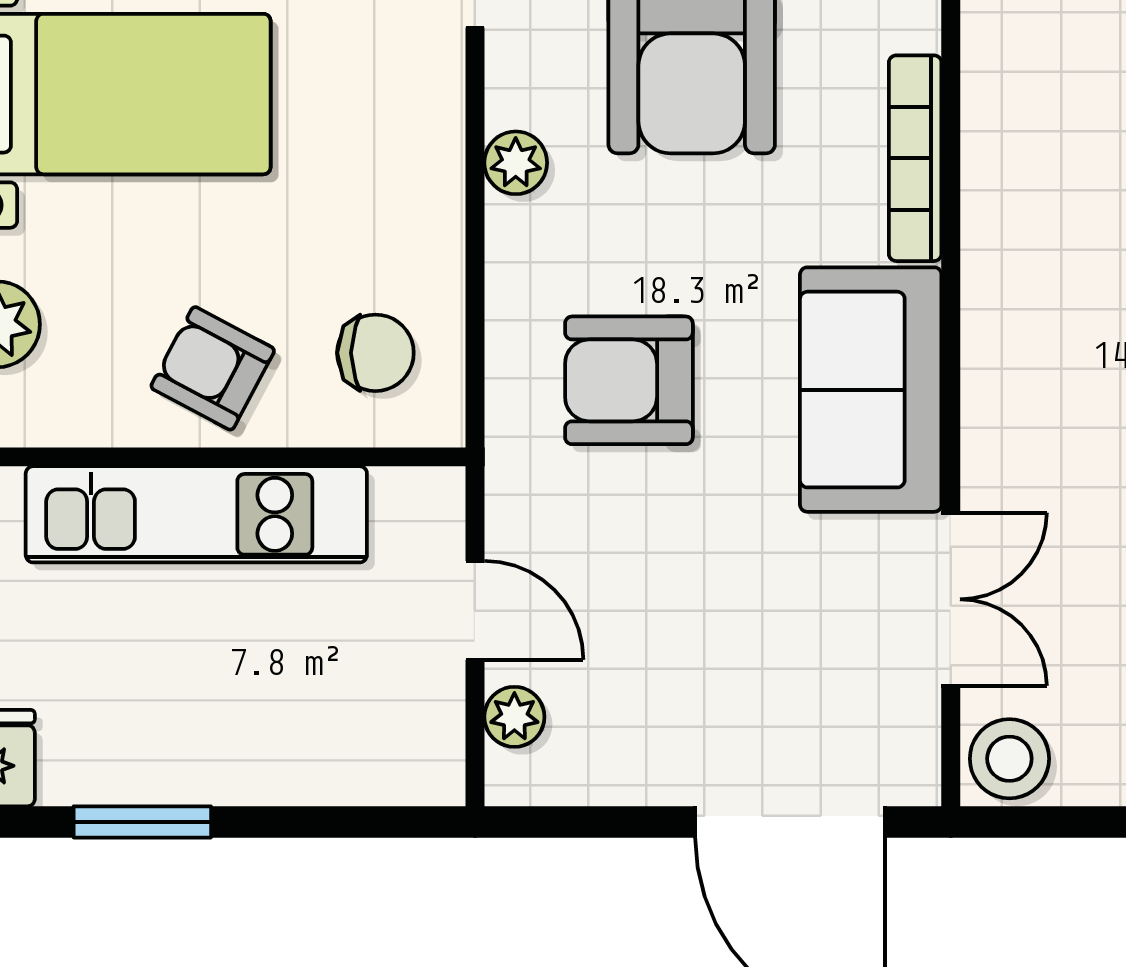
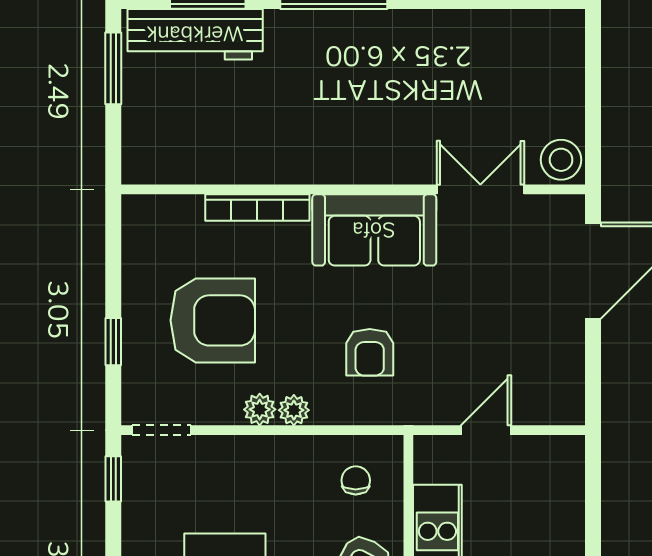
chair: (375, 353) -> (356, 480), width x0.73, depth x0.73
armchair: (629, 380) -> (370, 352), width x0.72, depth x0.72
plant: (514, 717) -> (294, 410), moved

